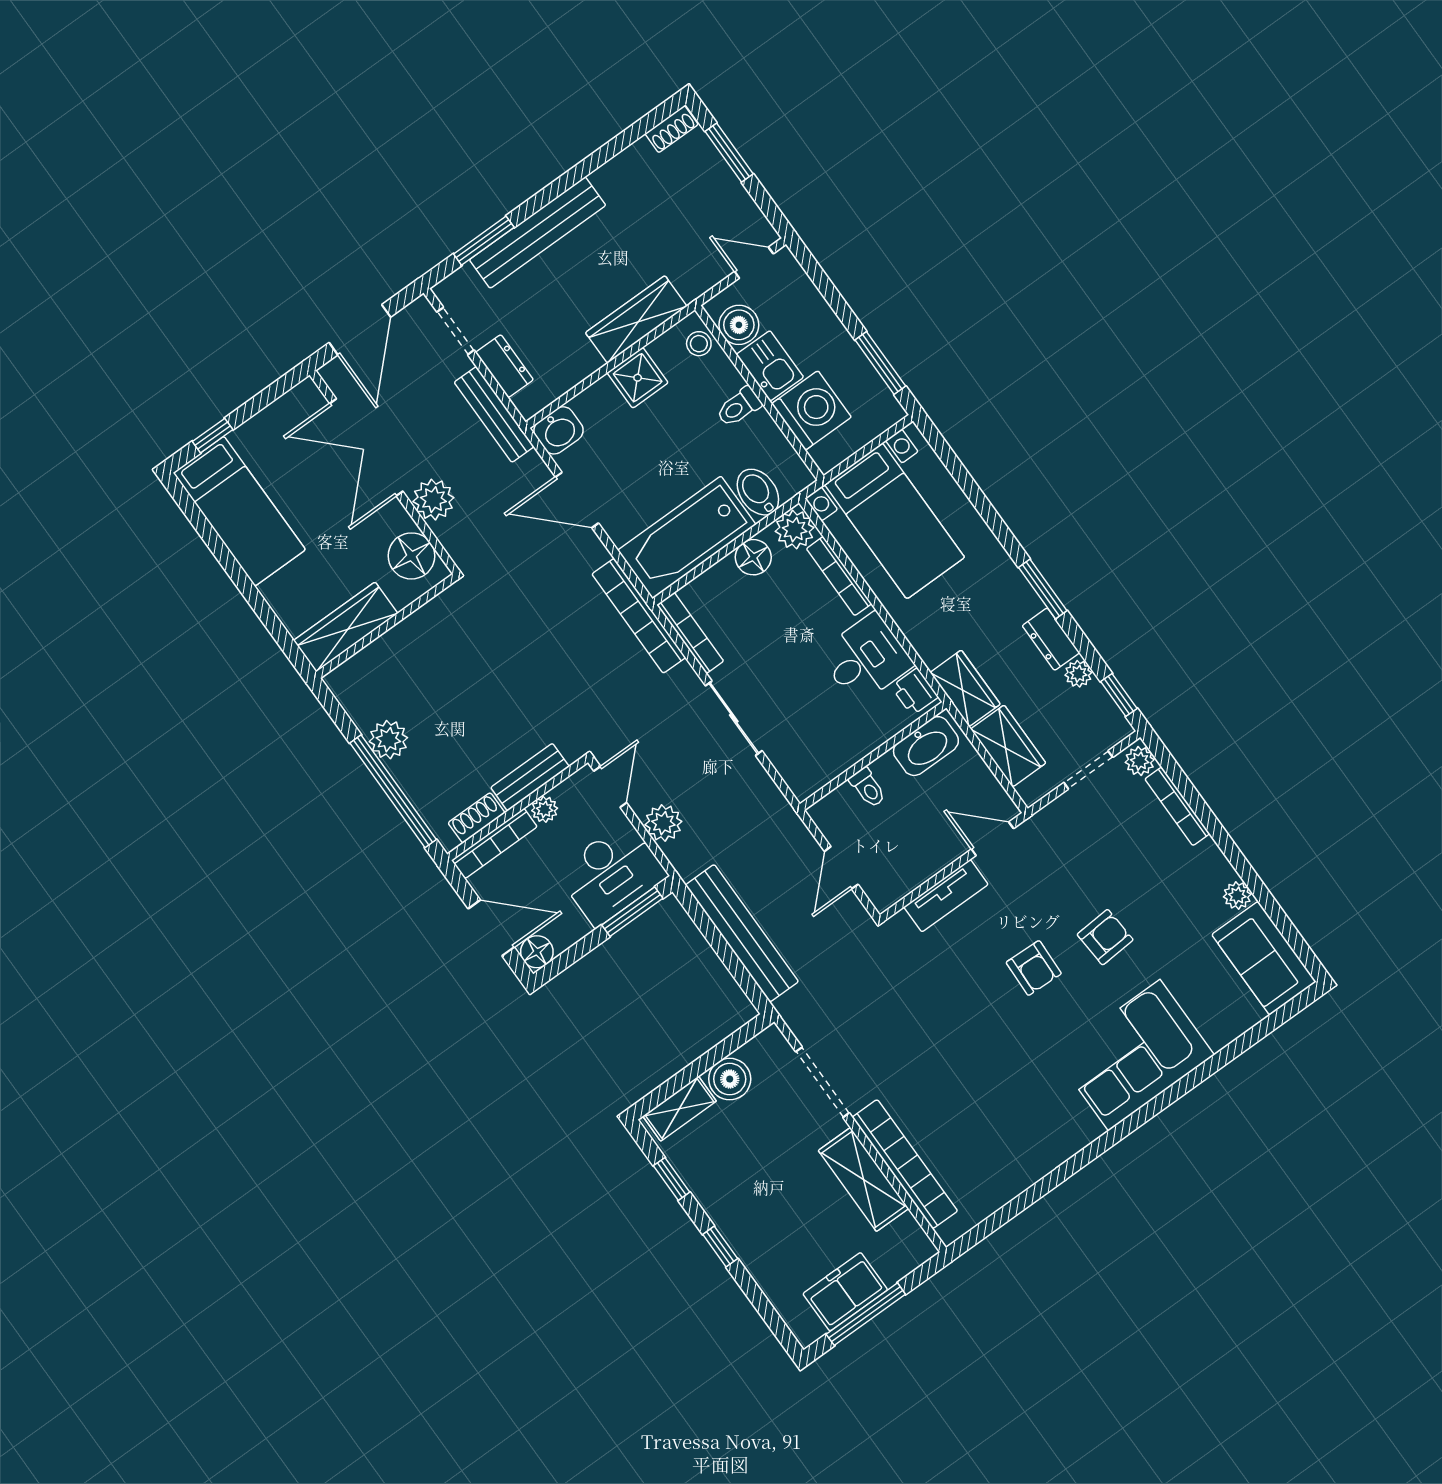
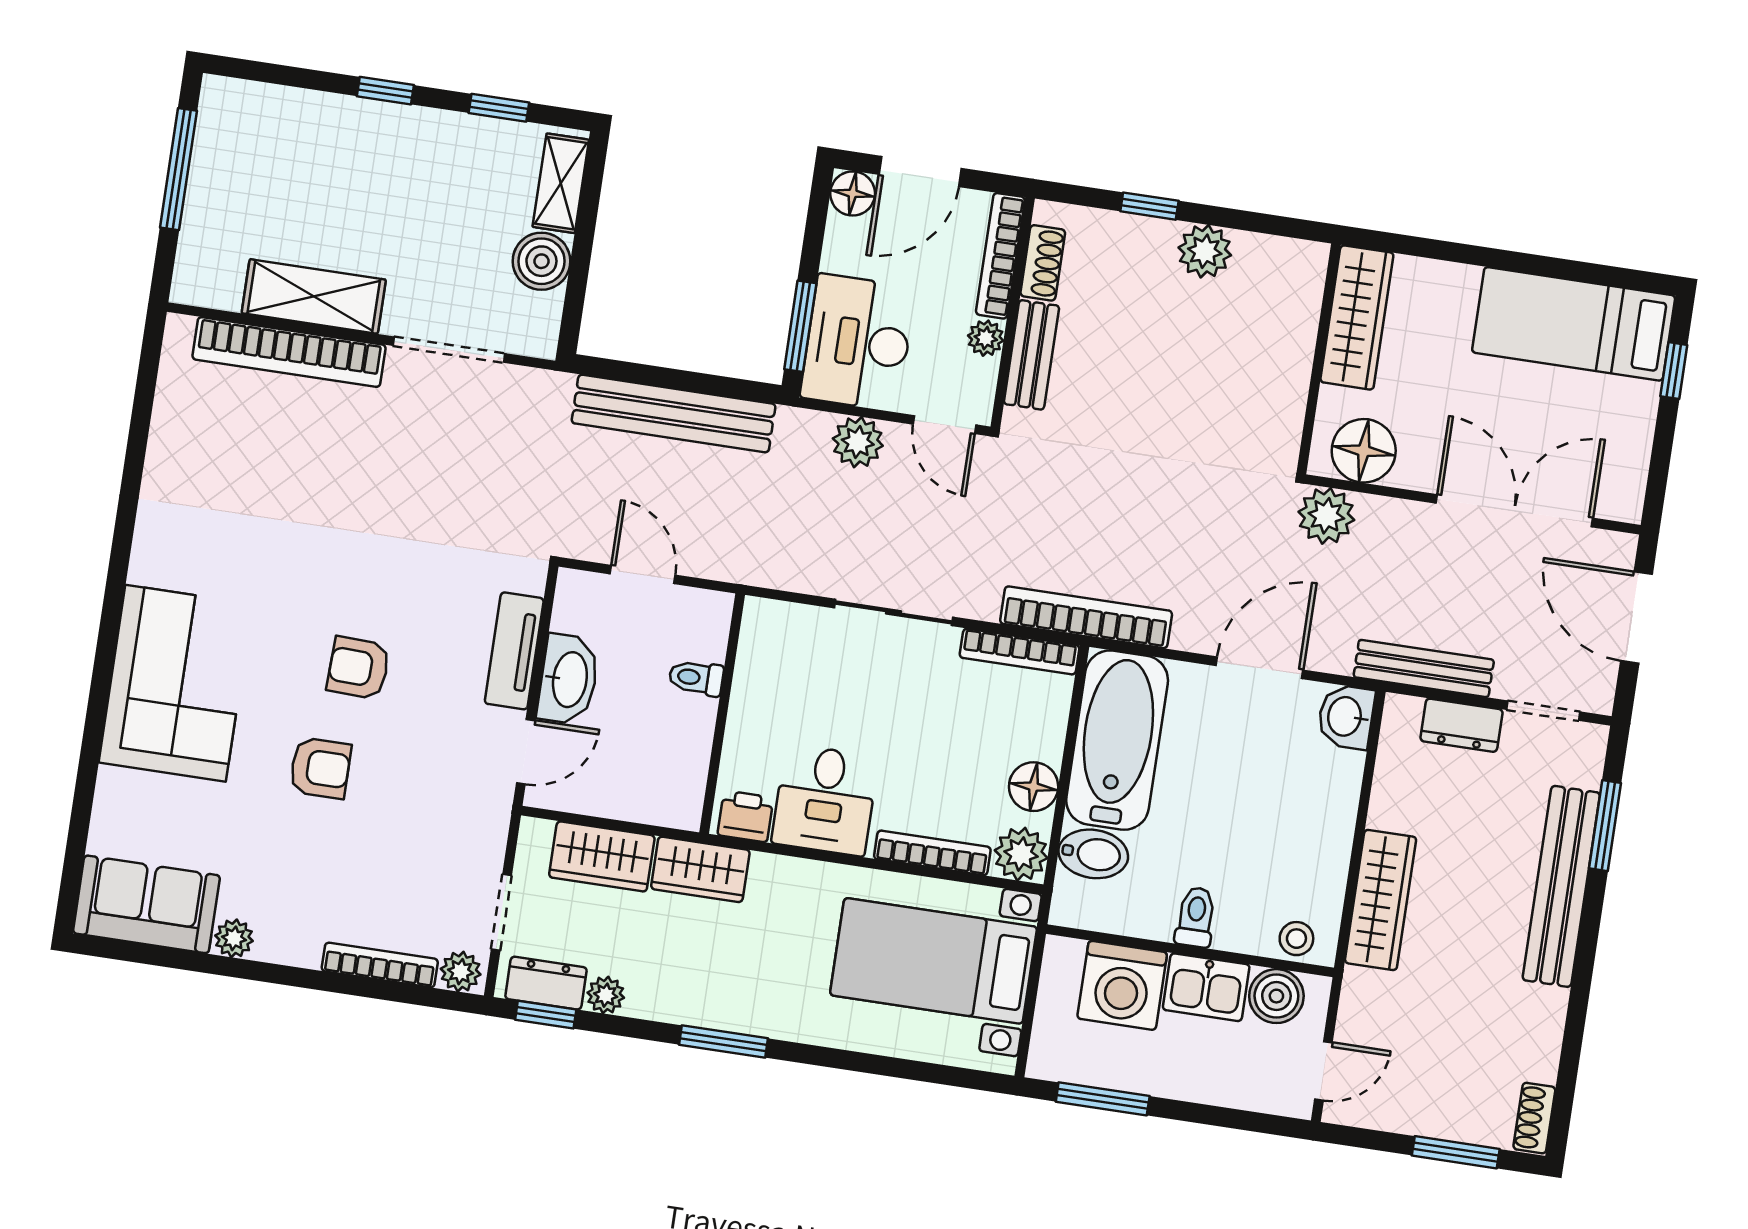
shower: (638, 378) -> (1322, 845), removed
plant: (433, 500) -> (1326, 516), moved
dresser: (1051, 639) -> (546, 983), moved
washbasin: (926, 746) -> (568, 679), moved, turned 180
window: (393, 791) -> (1149, 206), width x0.32
armchair: (1105, 937) -> (320, 768), turned -86
freezer: (845, 1292) -> (221, 170), removed

